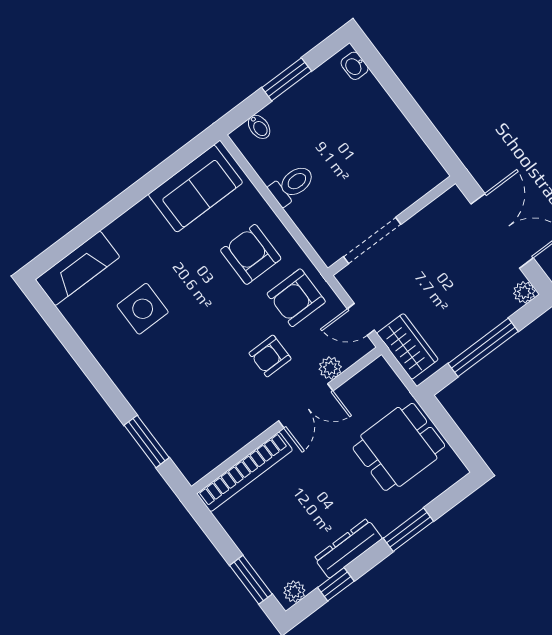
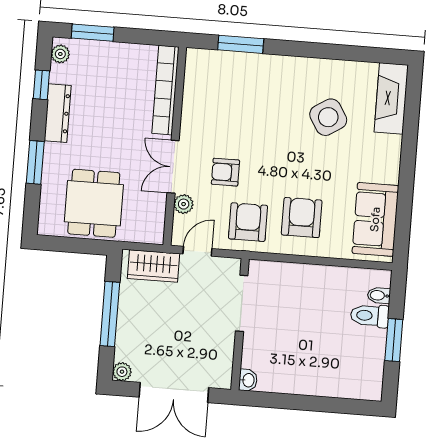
washbasin: (354, 66) -> (248, 380), moved, turned 90
toilet: (292, 185) -> (370, 316), moved, turned 90
armchair: (251, 254) -> (302, 218), turned -90
side table: (143, 309) -> (328, 117), turned -32
armchair: (270, 356) -> (225, 172), turned -90

